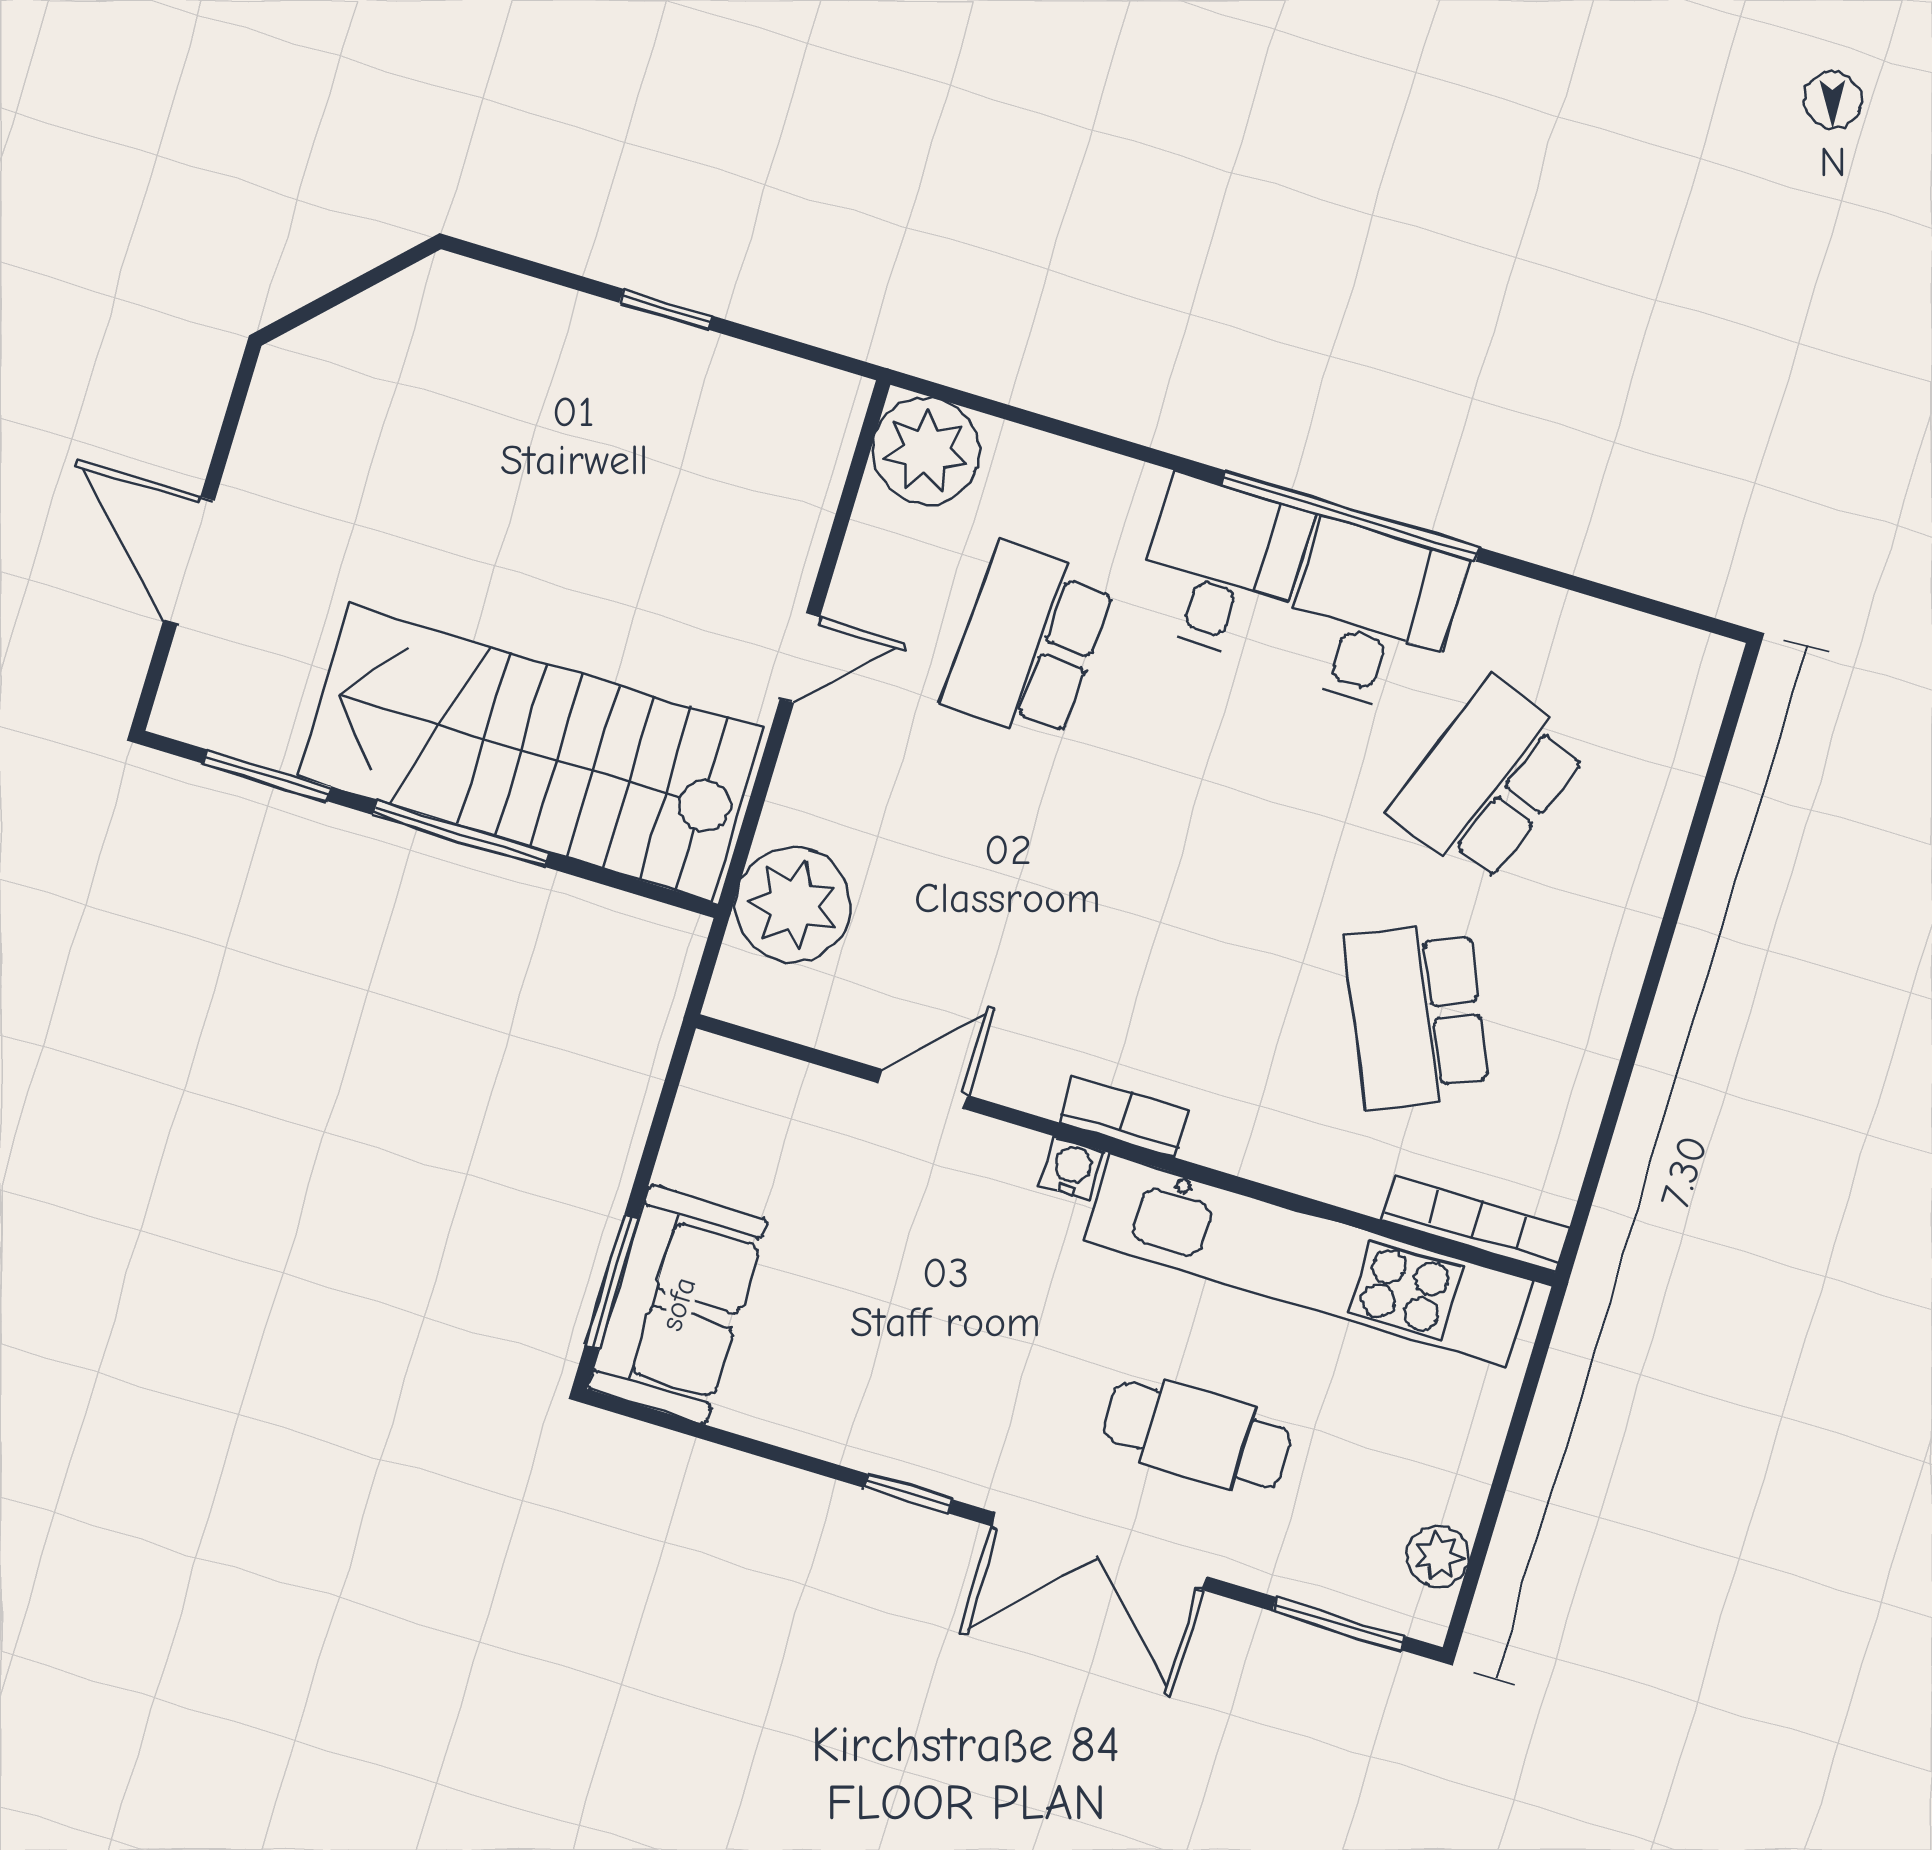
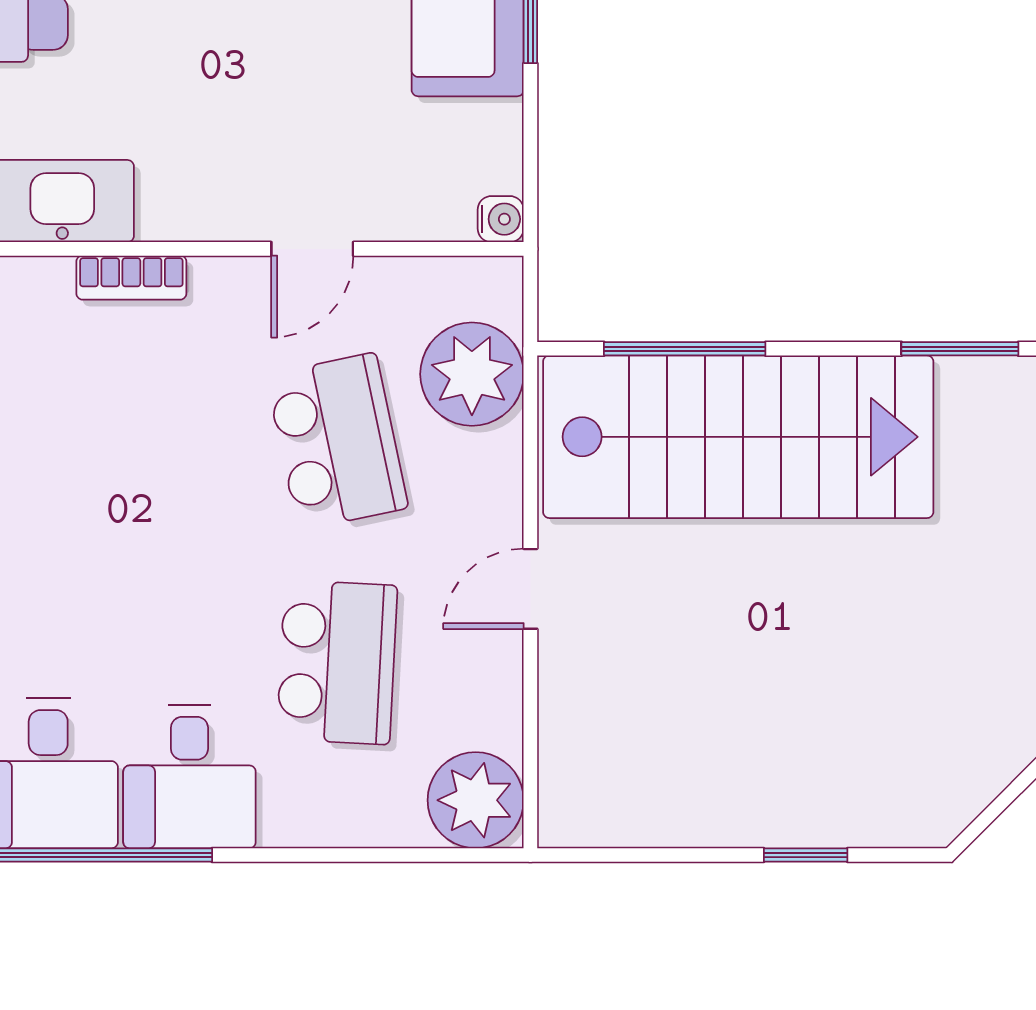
window: (666, 309) -> (806, 855), moved
window: (461, 834) -> (685, 349), moved
school desk: (958, 876) -> (337, 442), added
water cooler: (1072, 1169) -> (501, 219), moved, turned -90

